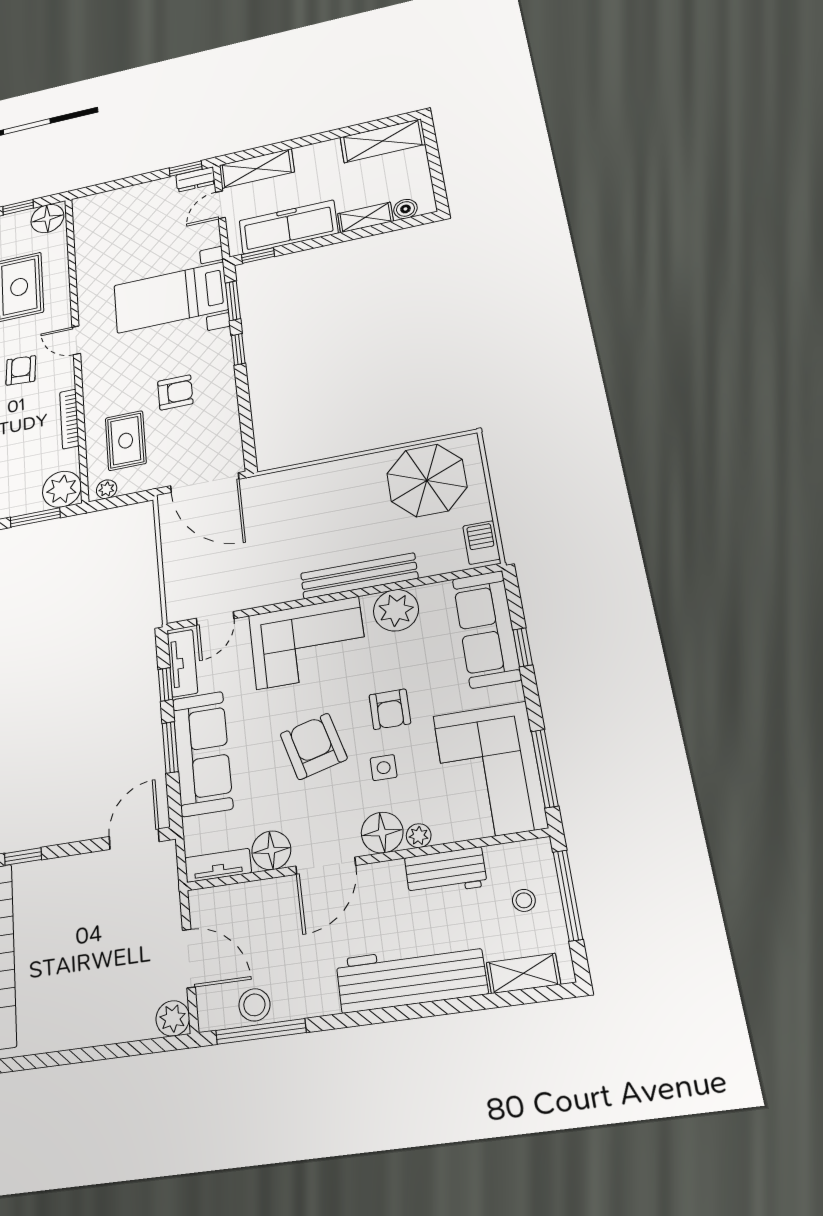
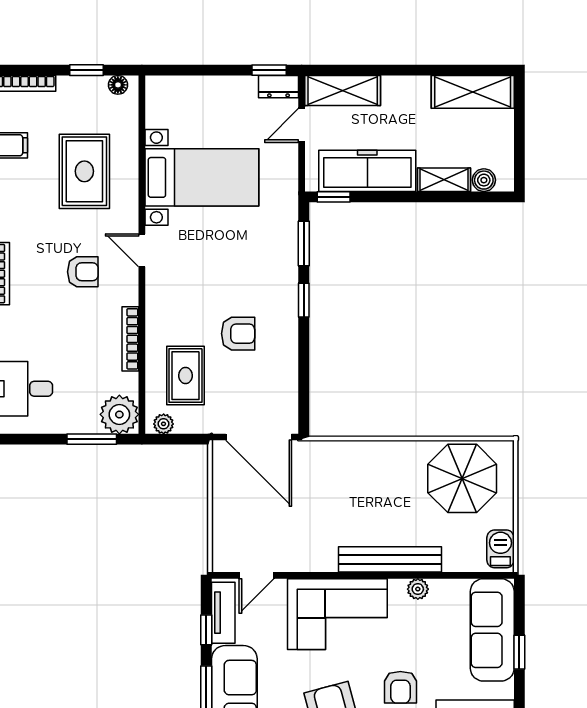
floor lamp: (47, 218) -> (118, 85), width x0.53, depth x0.53
bed with nightstands: (171, 298) -> (202, 177), moved, turned 180
armchair: (21, 370) -> (83, 272), turned 86
plant: (396, 610) -> (418, 589), width x0.53, depth x0.53

